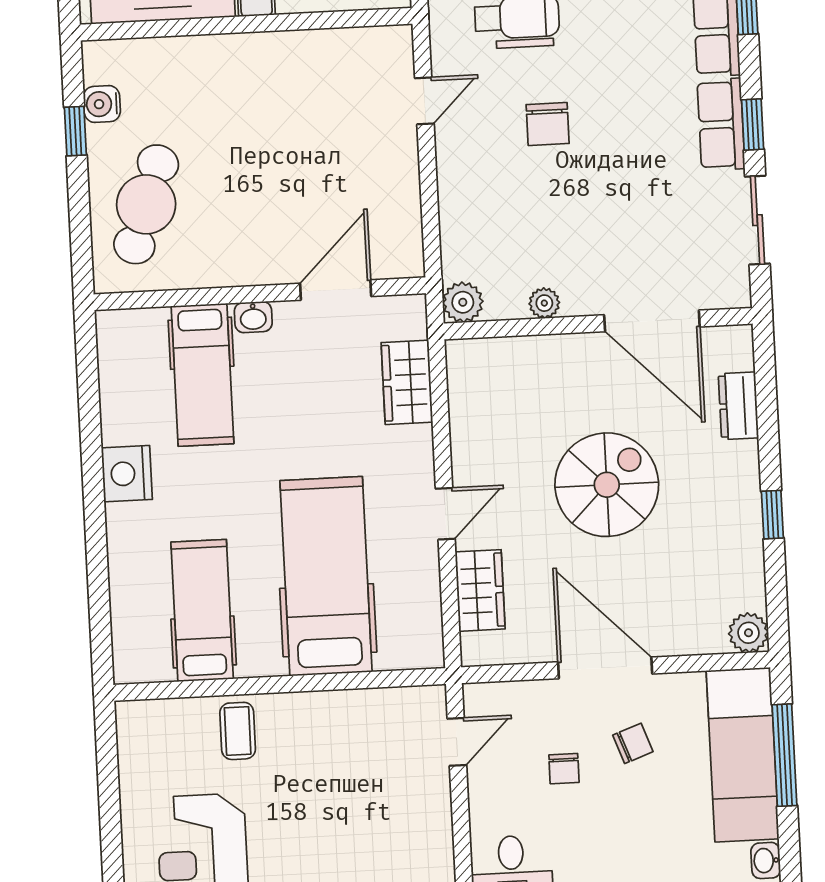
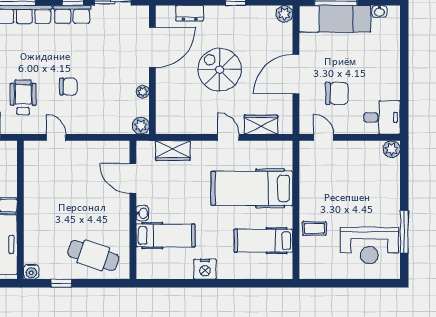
water cooler: (102, 104) -> (31, 272), moved
chair: (633, 743) -> (328, 64), removed
chair: (564, 769) -> (337, 93), width x1.87, depth x1.87

